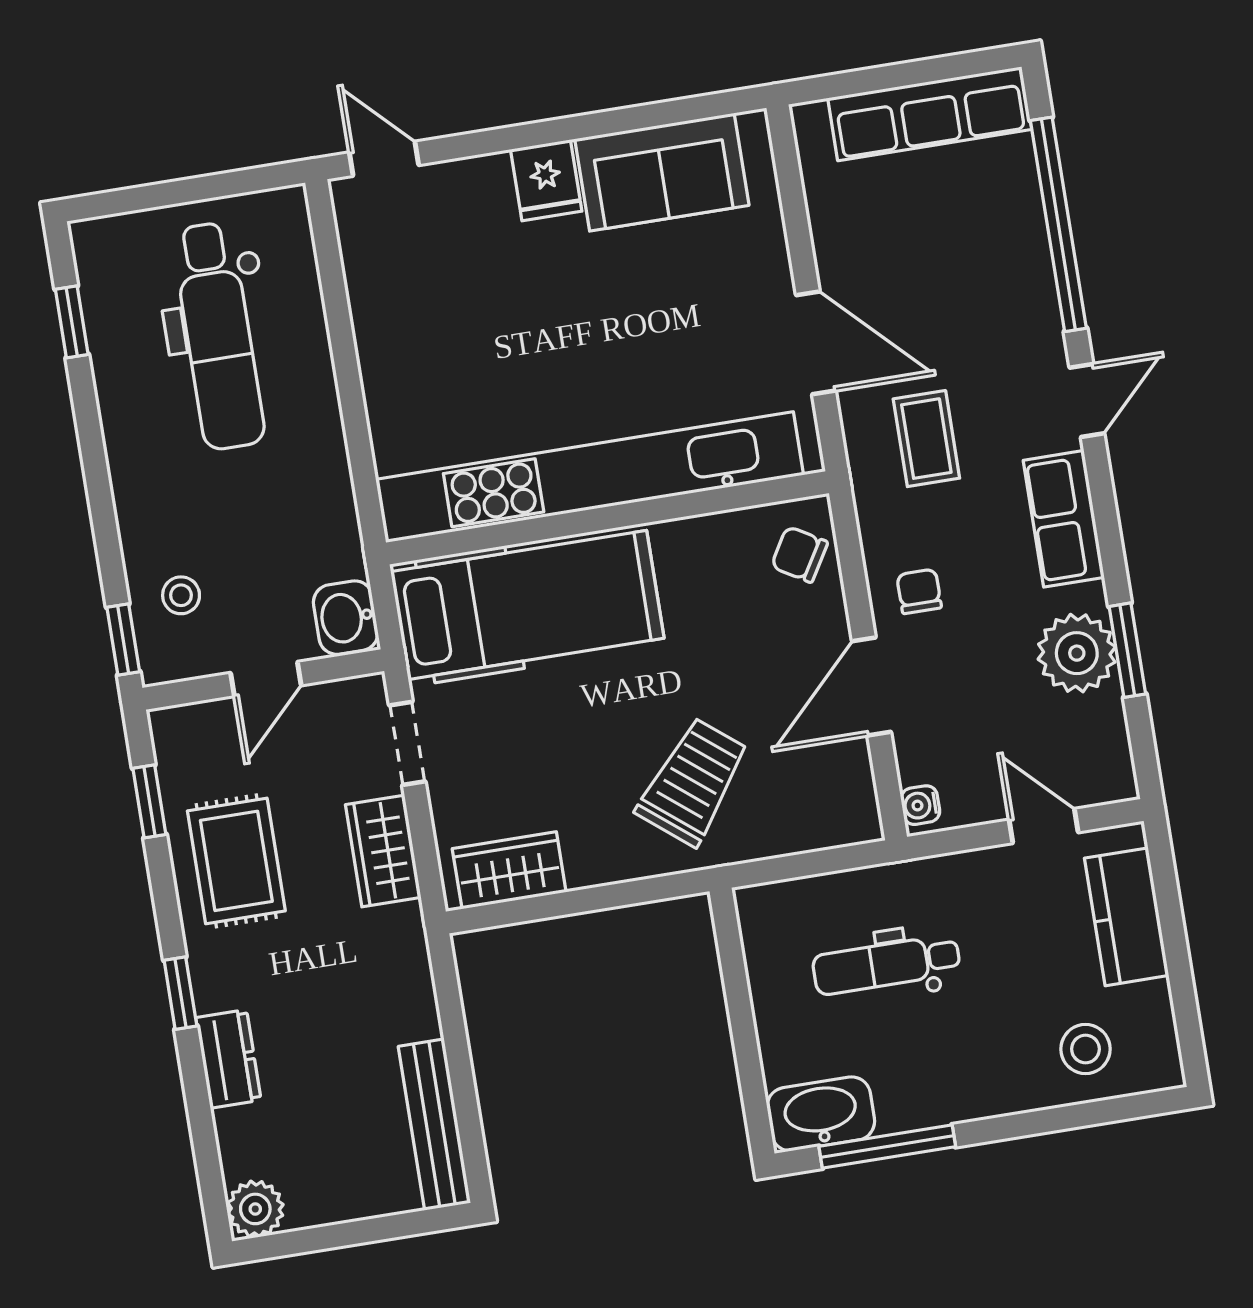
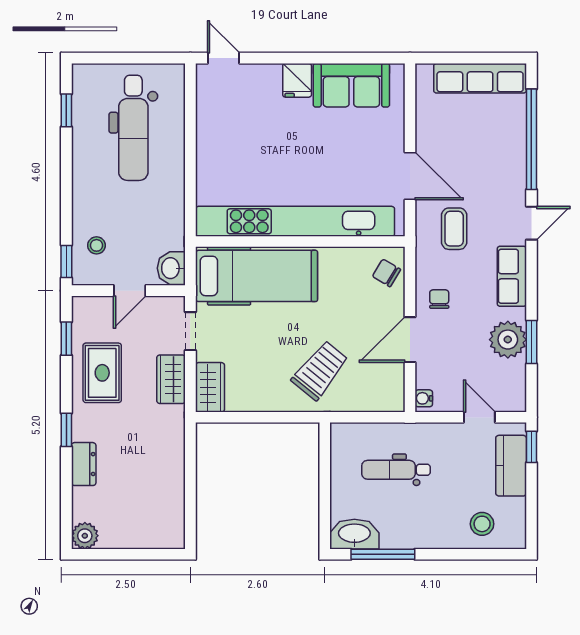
wardrobe: (509, 870) -> (210, 387), moved, turned 90
window: (1163, 871) -> (531, 447), added
bench: (434, 1125) -> (174, 510), removed

